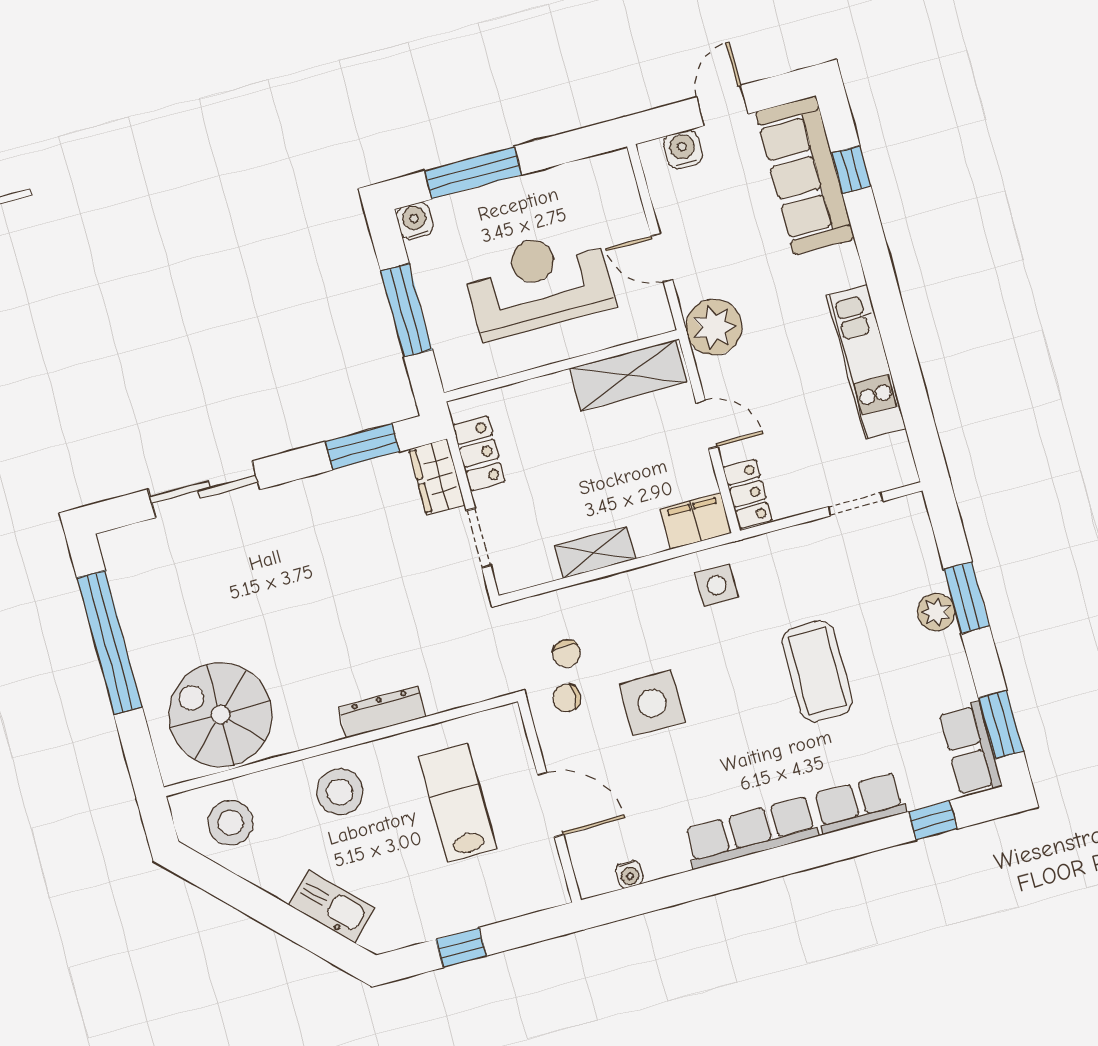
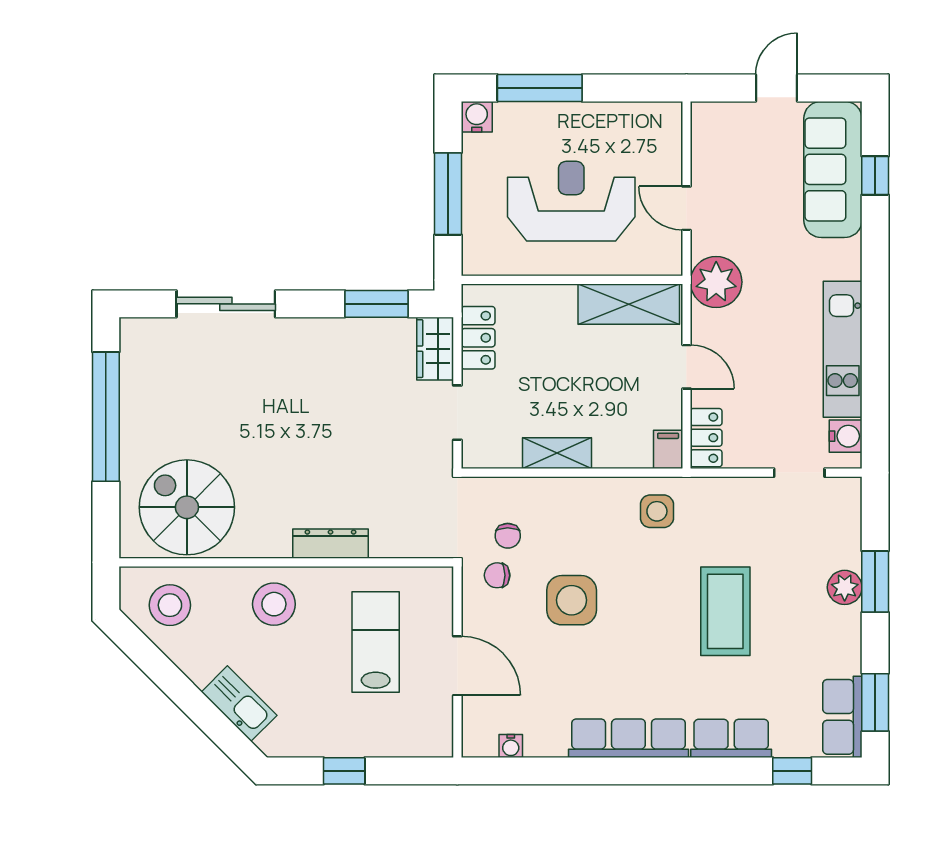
water cooler: (683, 149) -> (846, 436), moved, turned 90
filing cabinet: (696, 521) -> (668, 449), width x0.50

